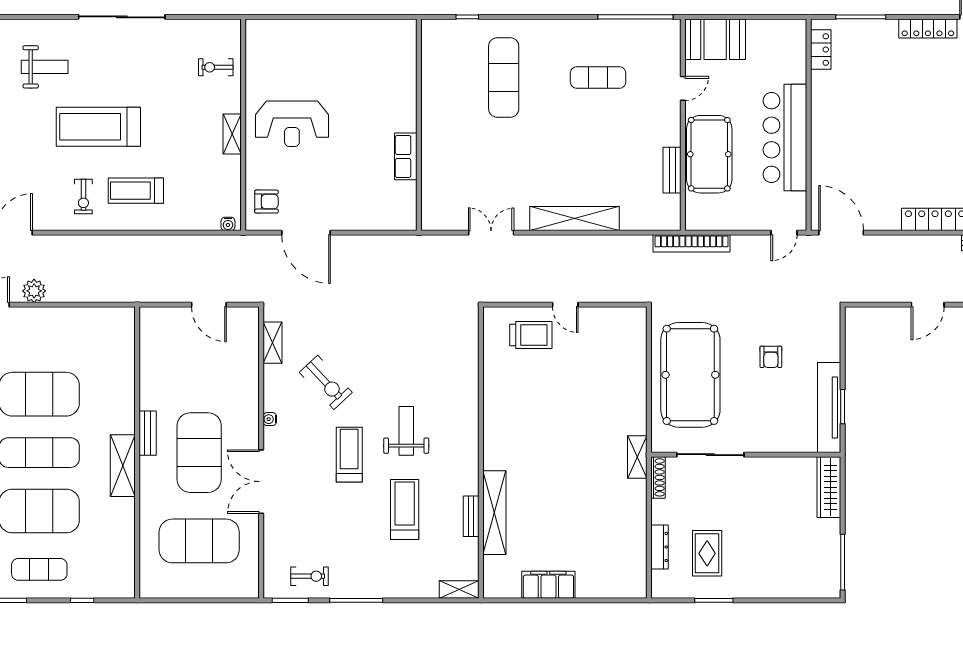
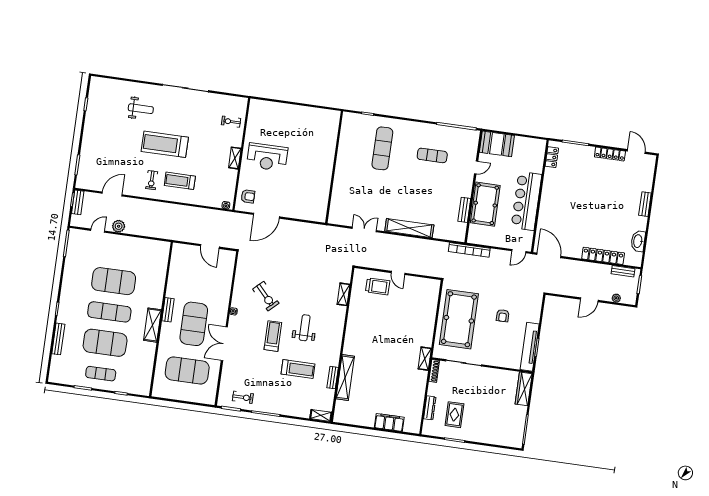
row of seats: (406, 156) -> (325, 183), removed
door: (306, 233) -> (266, 216), hinge flipped
shelving: (272, 343) -> (343, 294), moved
treadmill: (405, 509) -> (298, 369), turned 90
filing cabinet: (548, 585) -> (389, 422), moved

